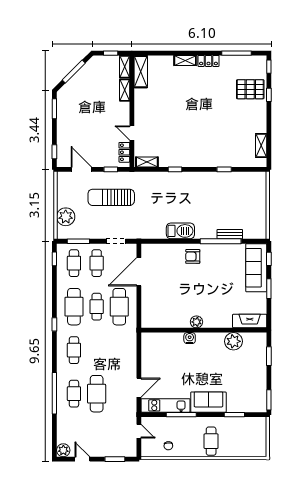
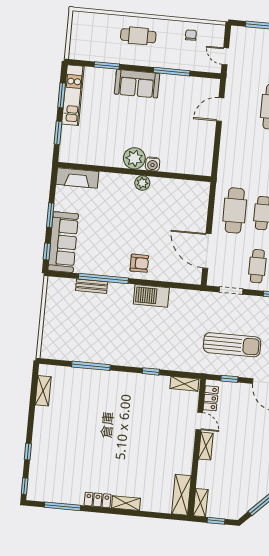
pallet: (250, 89) -> (50, 461), removed
shelving: (125, 90) -> (206, 446), moved
window: (224, 169) -> (91, 366), width x2.17
door: (139, 272) -> (207, 251), swing flipped
plant: (233, 341) -> (134, 158), moved
window: (269, 400) -> (62, 95), moved
kitchen unit: (165, 405) -> (73, 95), moved, turned -90
cafe table: (211, 441) -> (138, 36), turned 90

